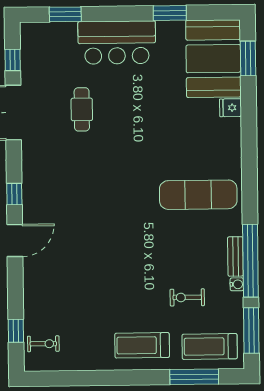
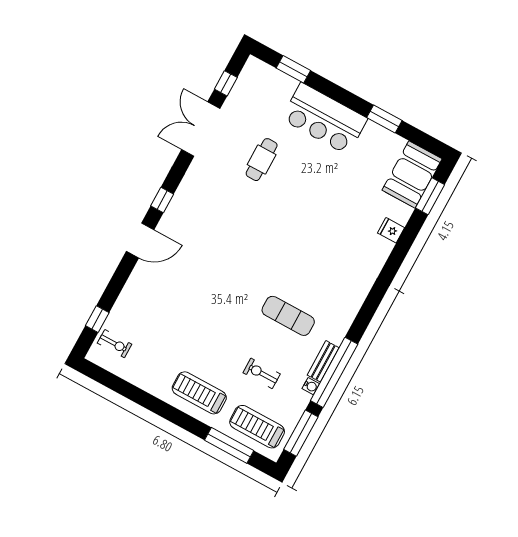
booth: (213, 59) -> (412, 174), width x0.73, depth x0.70
exercise mat: (198, 195) -> (288, 316), moved, width x0.73, depth x0.69

